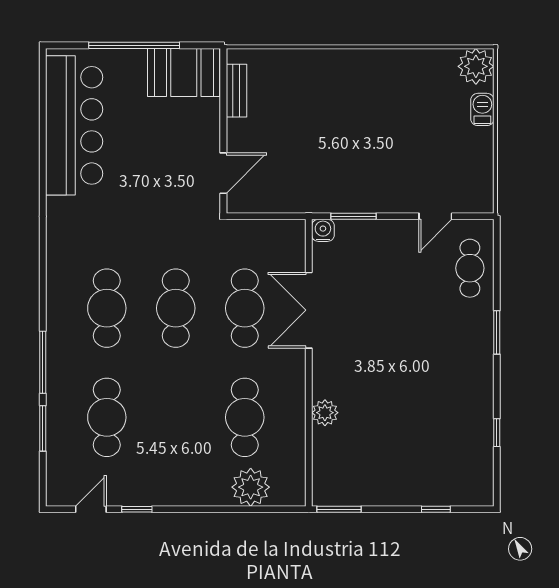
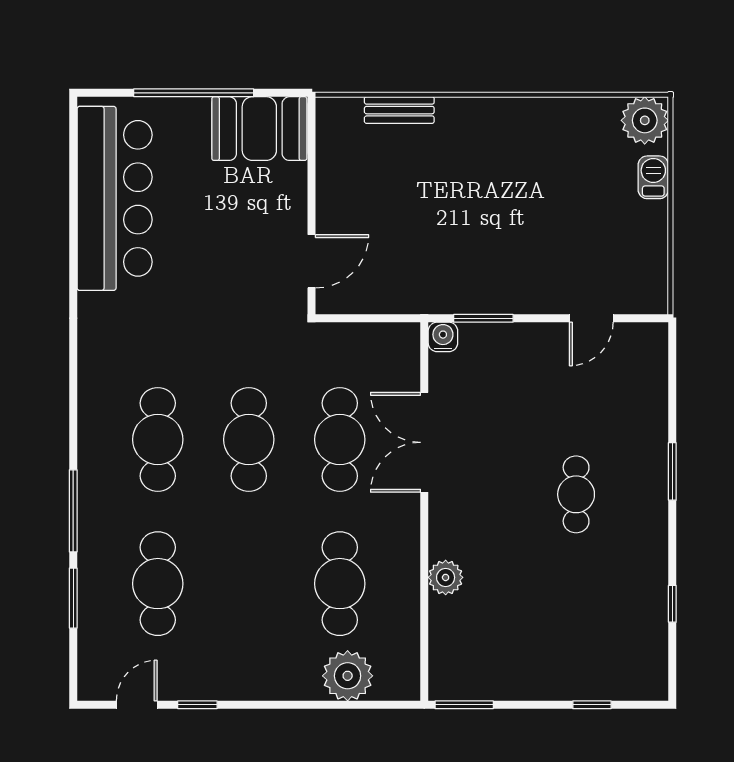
bench: (236, 91) -> (399, 110), moved, turned 90
cafe table: (470, 268) -> (576, 494), moved

